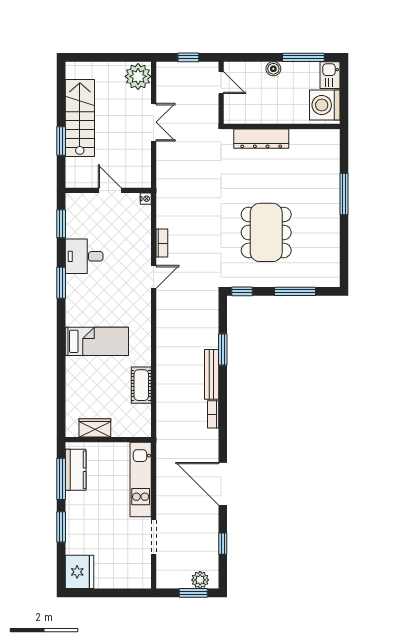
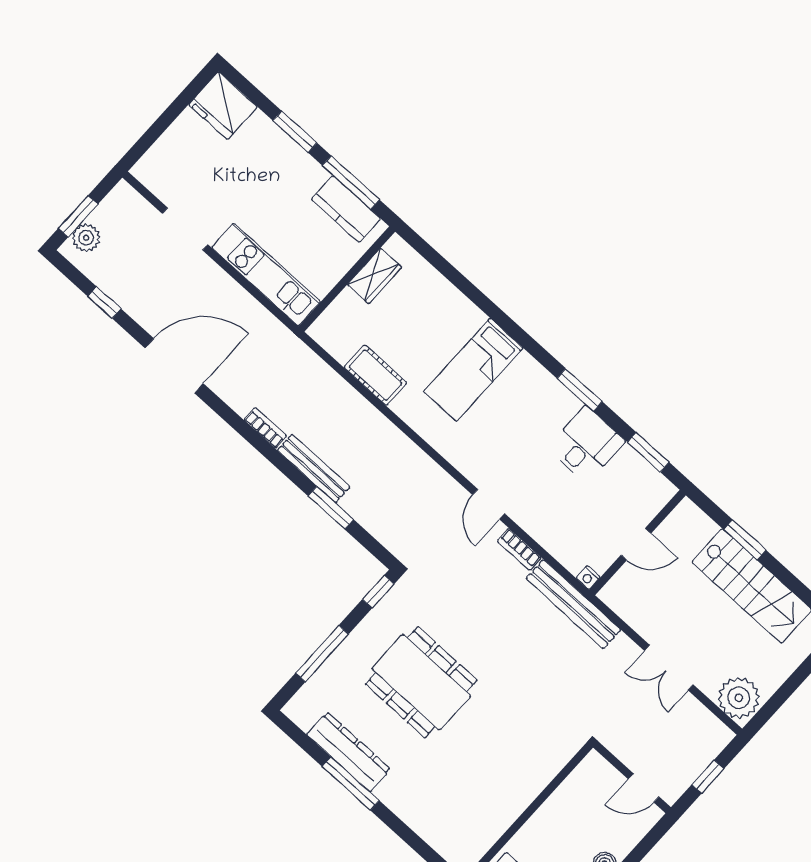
dresser: (261, 139) -> (349, 752), moved, turned 90
bench: (165, 194) -> (573, 604), added
window: (344, 194) -> (351, 784), moved

